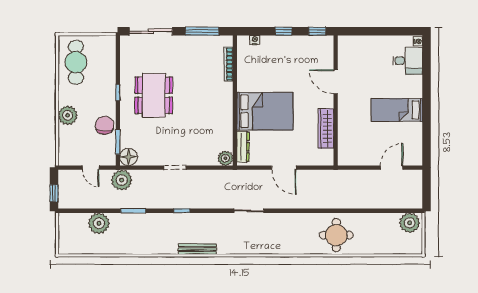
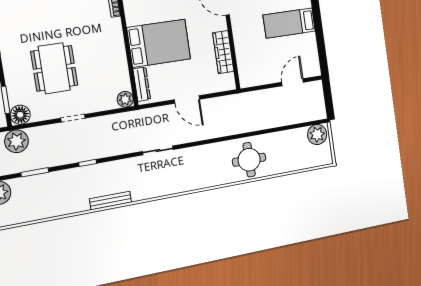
dining table: (154, 95) -> (54, 68), moved

